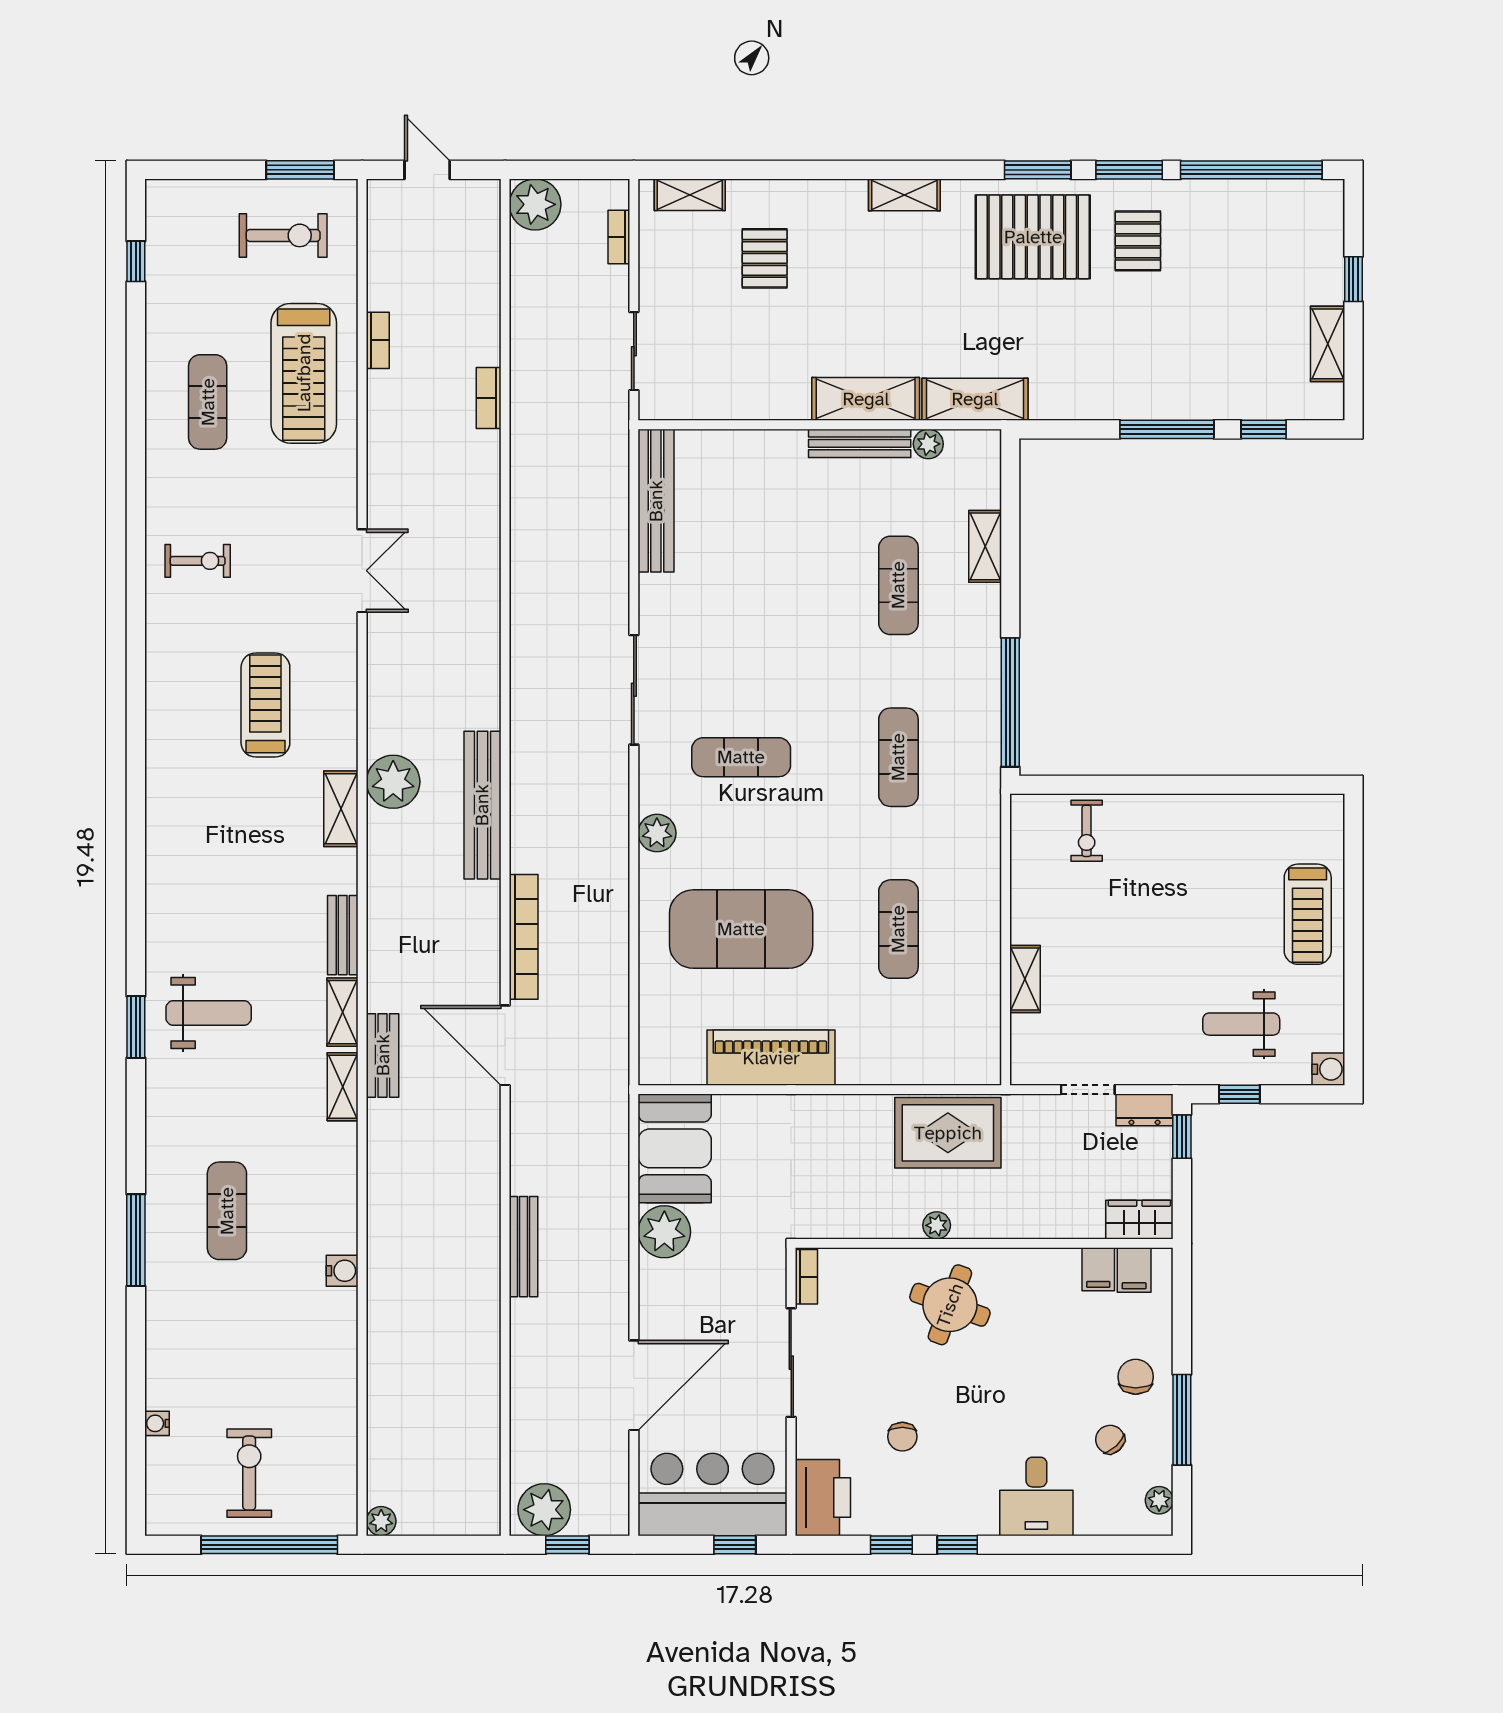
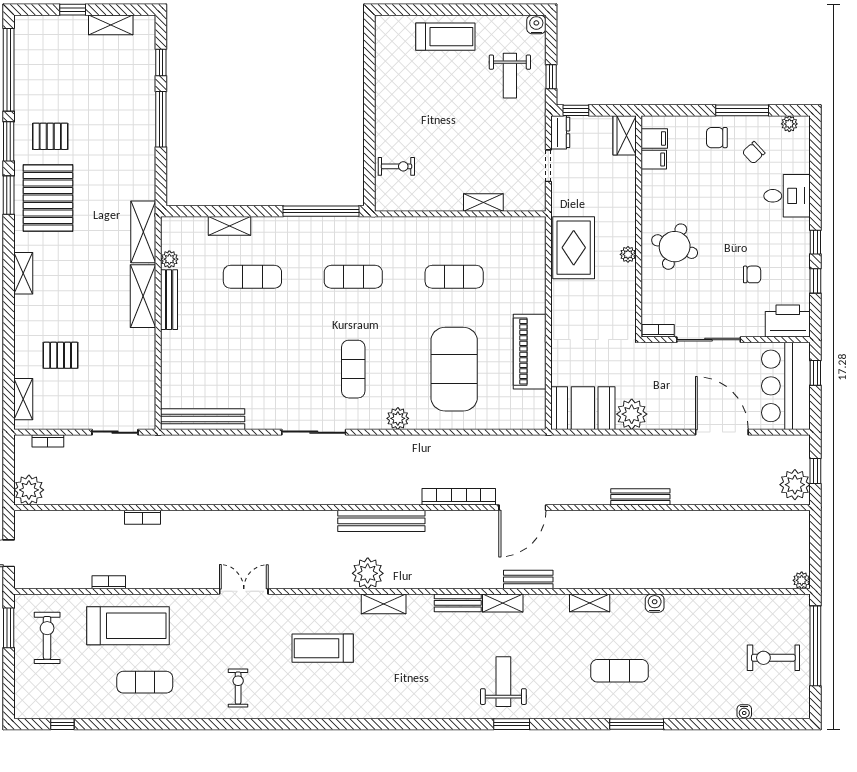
shelving: (343, 1087) -> (590, 603), moved

